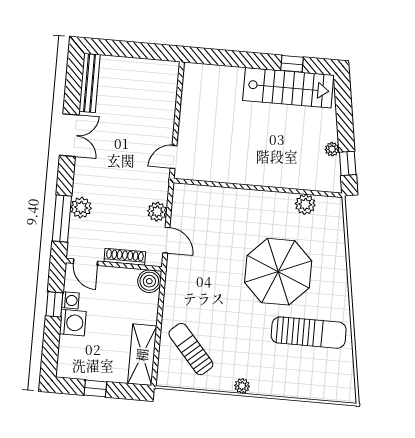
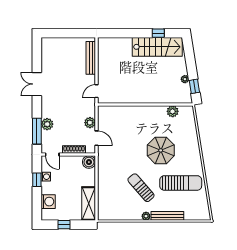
bench: (90, 83) -> (91, 58), moved
double door: (69, 135) -> (37, 84), swing flipped
parasol: (278, 272) -> (161, 150), width x0.73, depth x0.73
washing machine: (73, 323) -> (48, 202), moved
sun lounger: (191, 349) -> (141, 188), moved
bench: (280, 389) -> (167, 216), added

